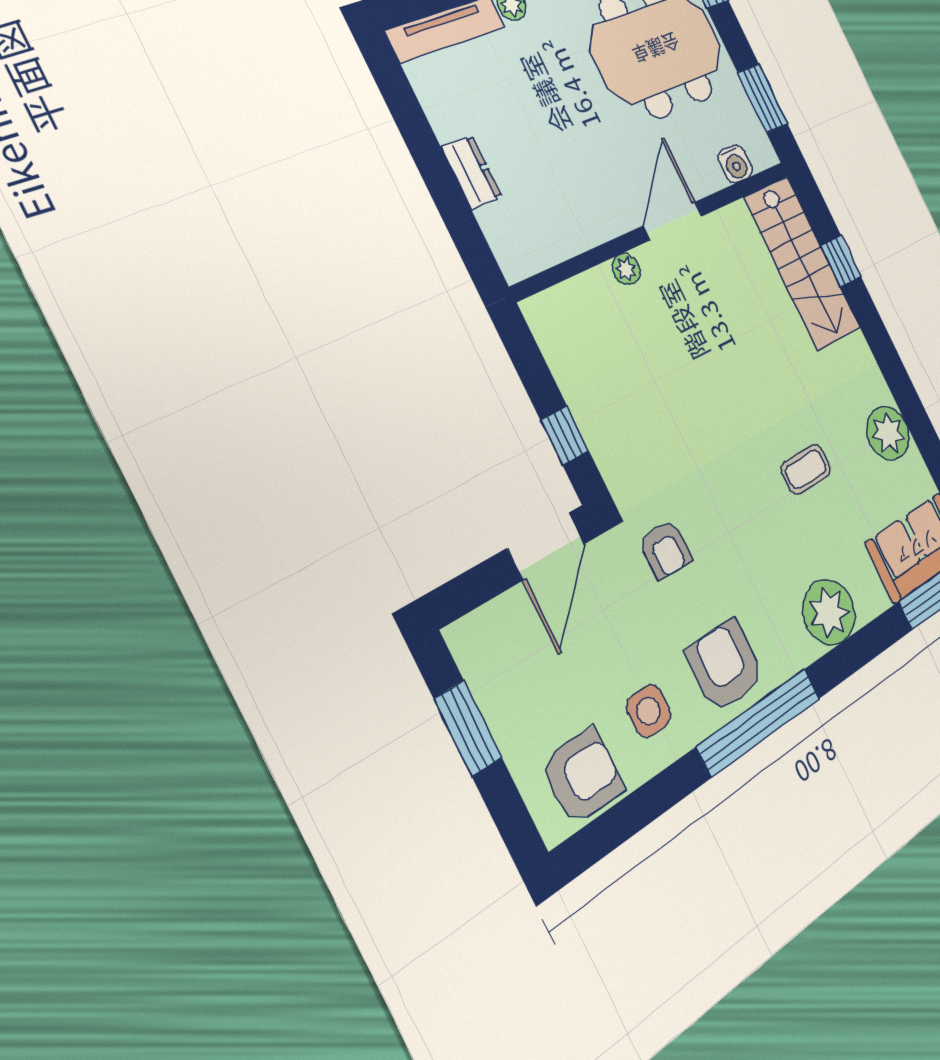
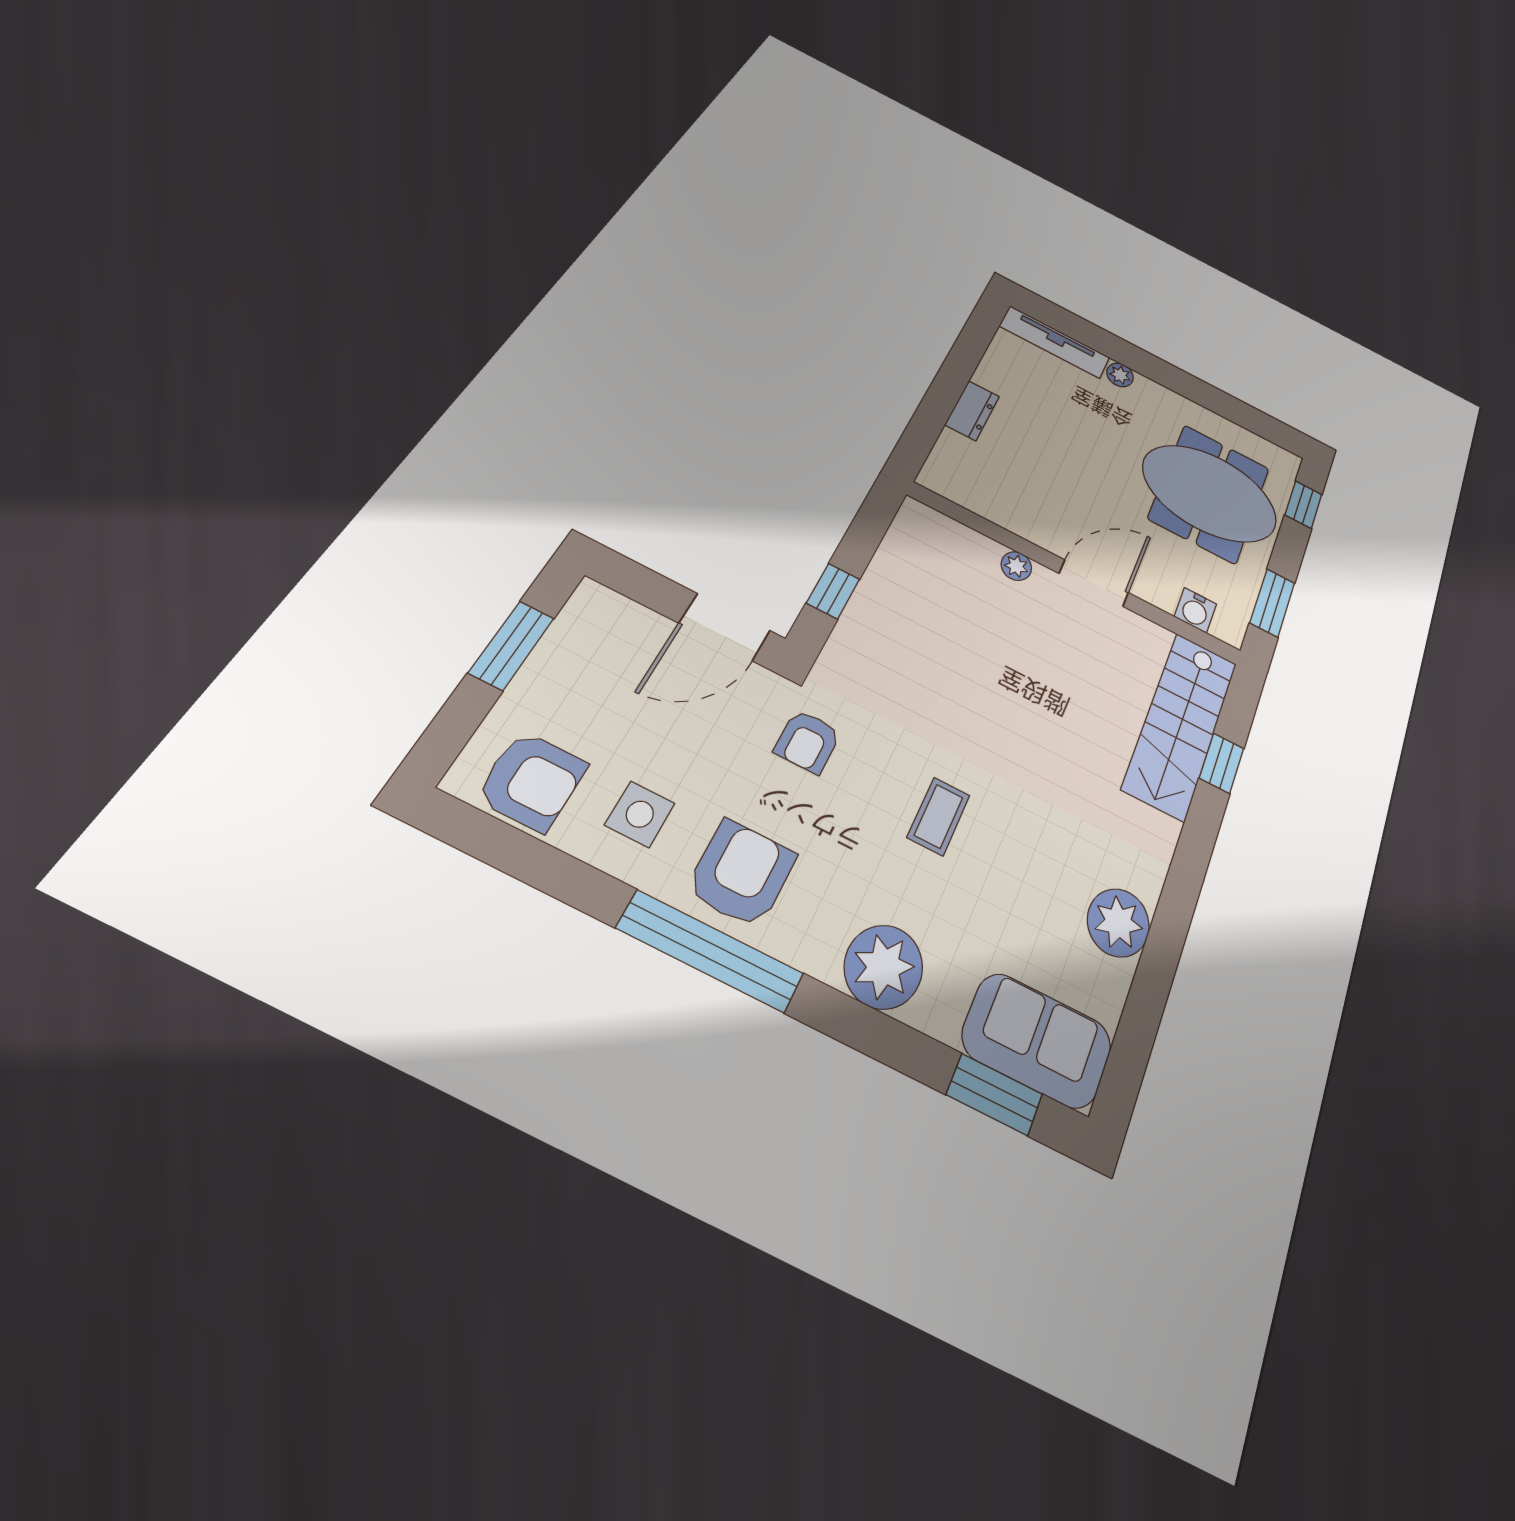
coffee table: (806, 469) -> (939, 816), moved, turned 90

